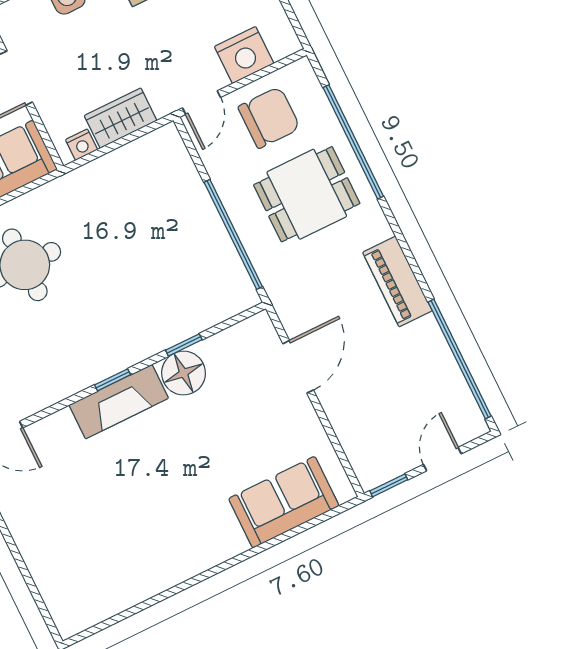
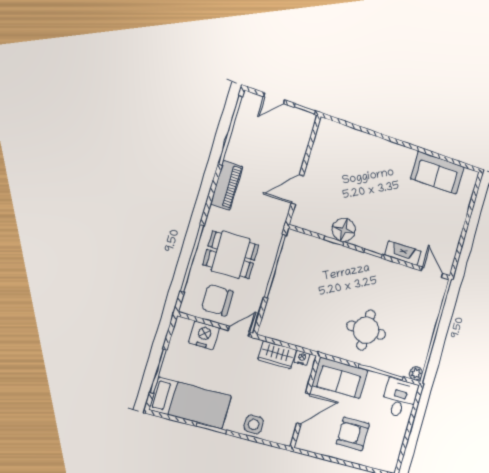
fireplace: (119, 402) -> (403, 253), moved, width x0.73, depth x0.76
sofa: (284, 502) -> (437, 173), moved

